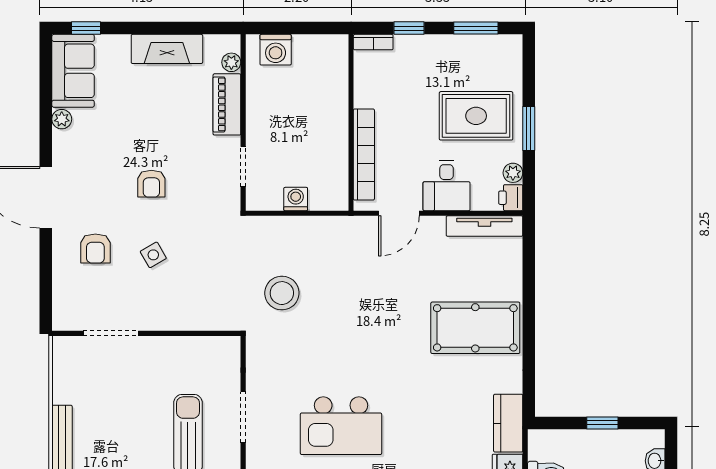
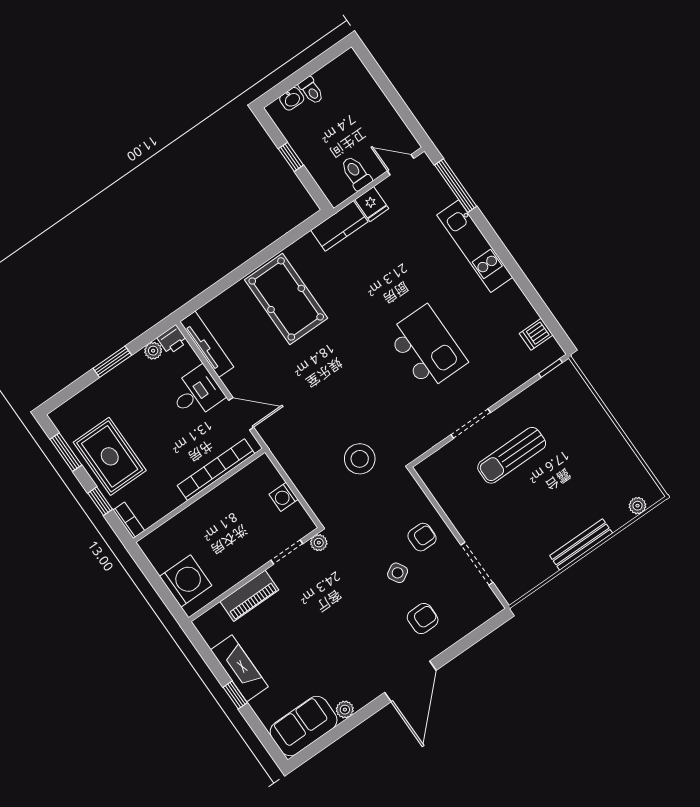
window: (86, 28) -> (235, 695), moved
washing machine: (276, 50) -> (186, 581), width x1.37, depth x1.37
plant: (231, 62) -> (319, 543), moved
rug: (476, 116) -> (110, 456), moved
armchair: (151, 184) -> (422, 537), moved

